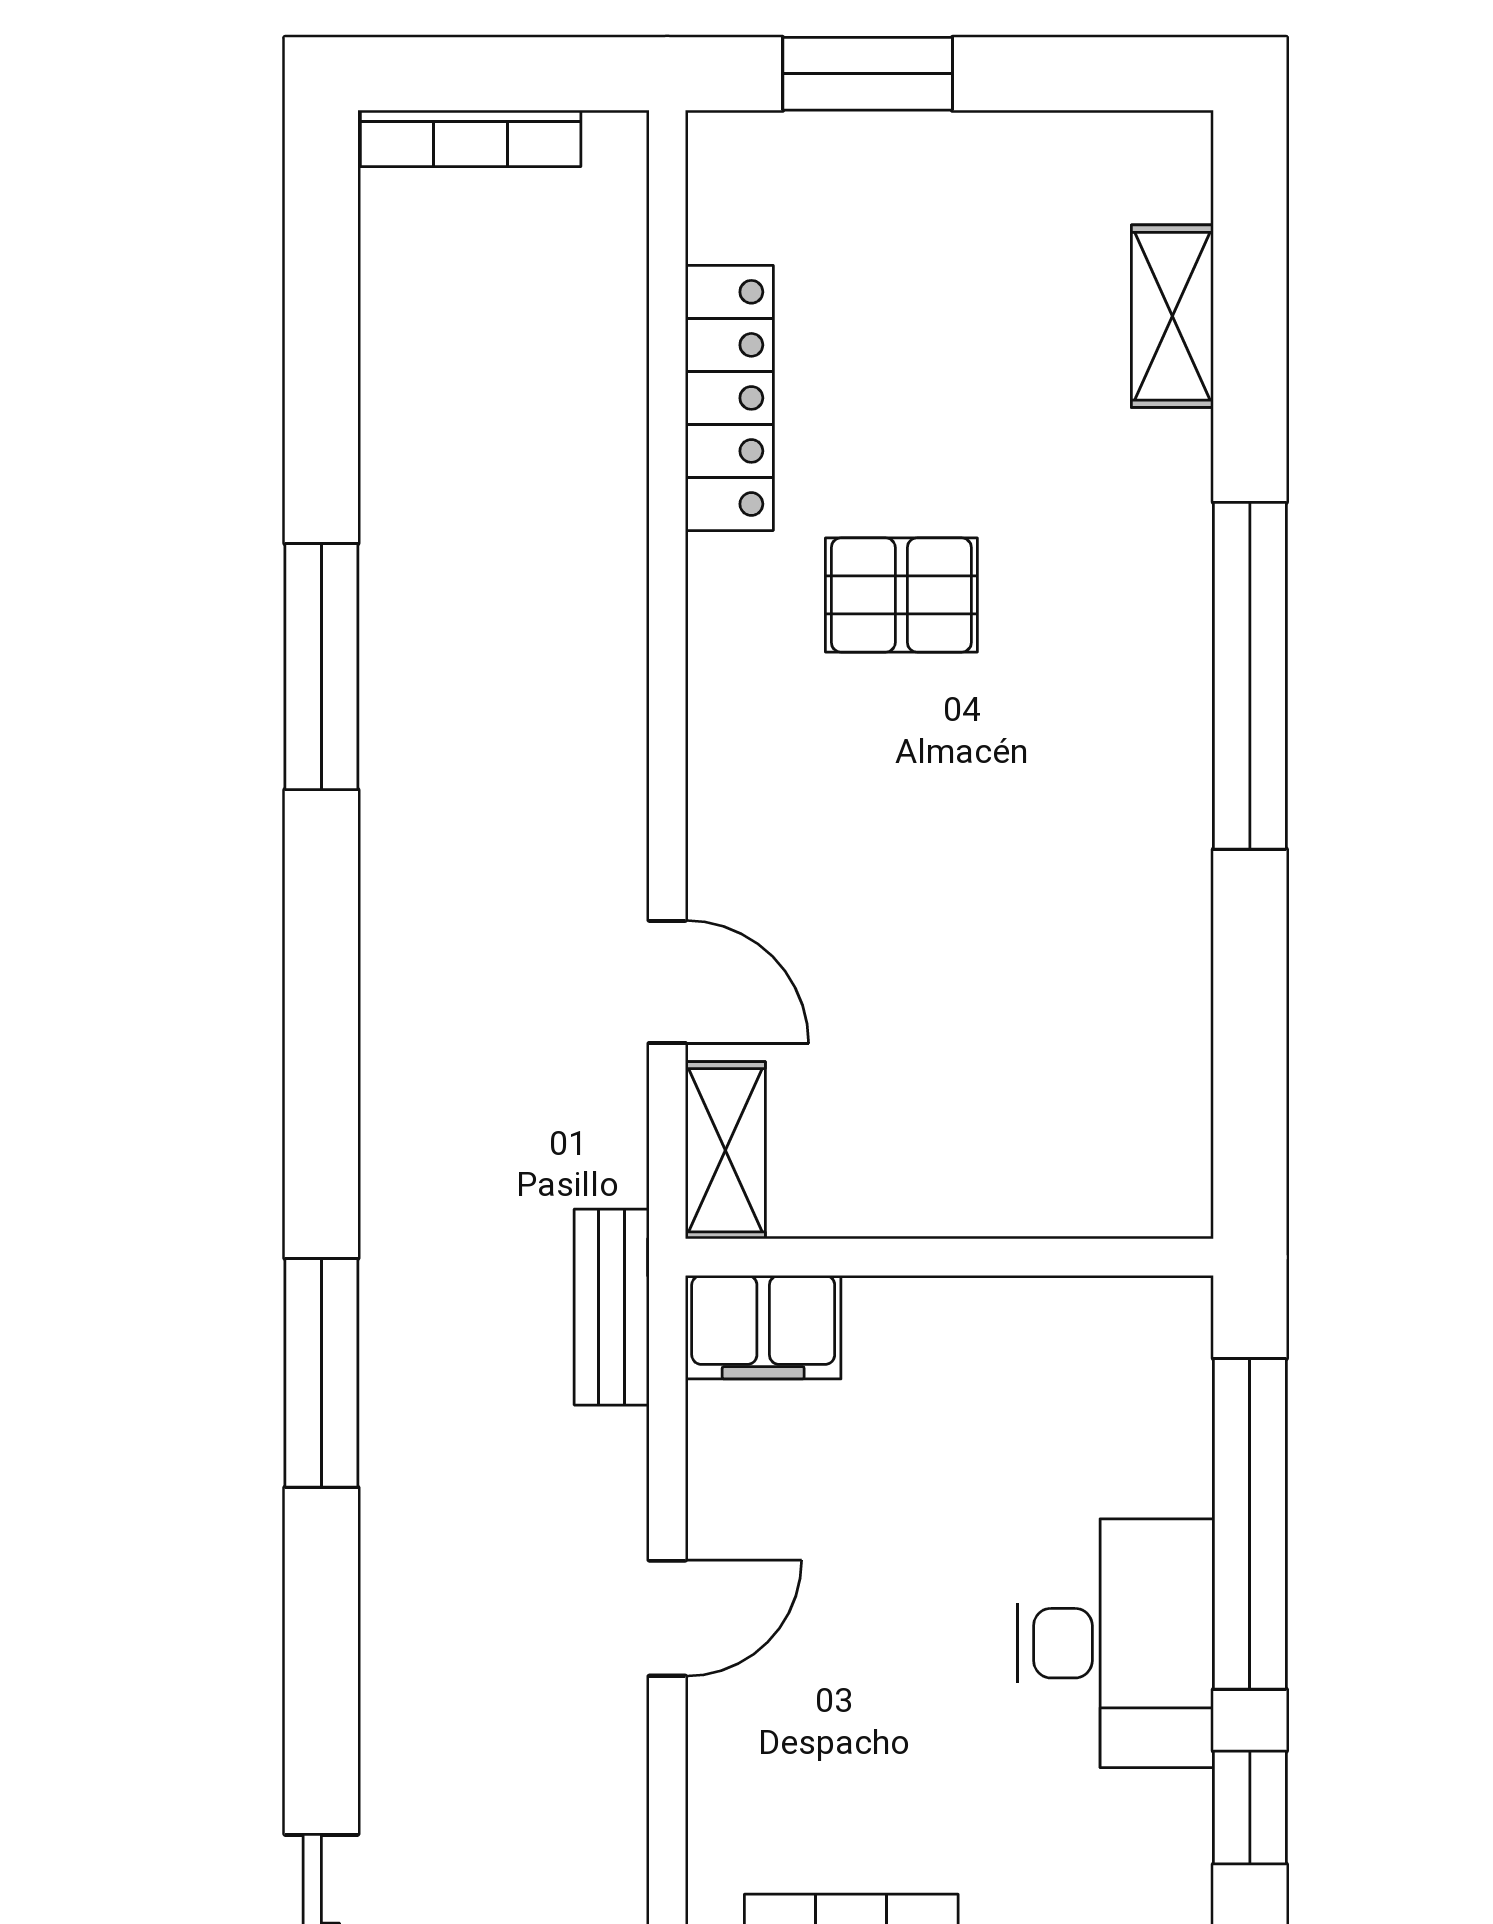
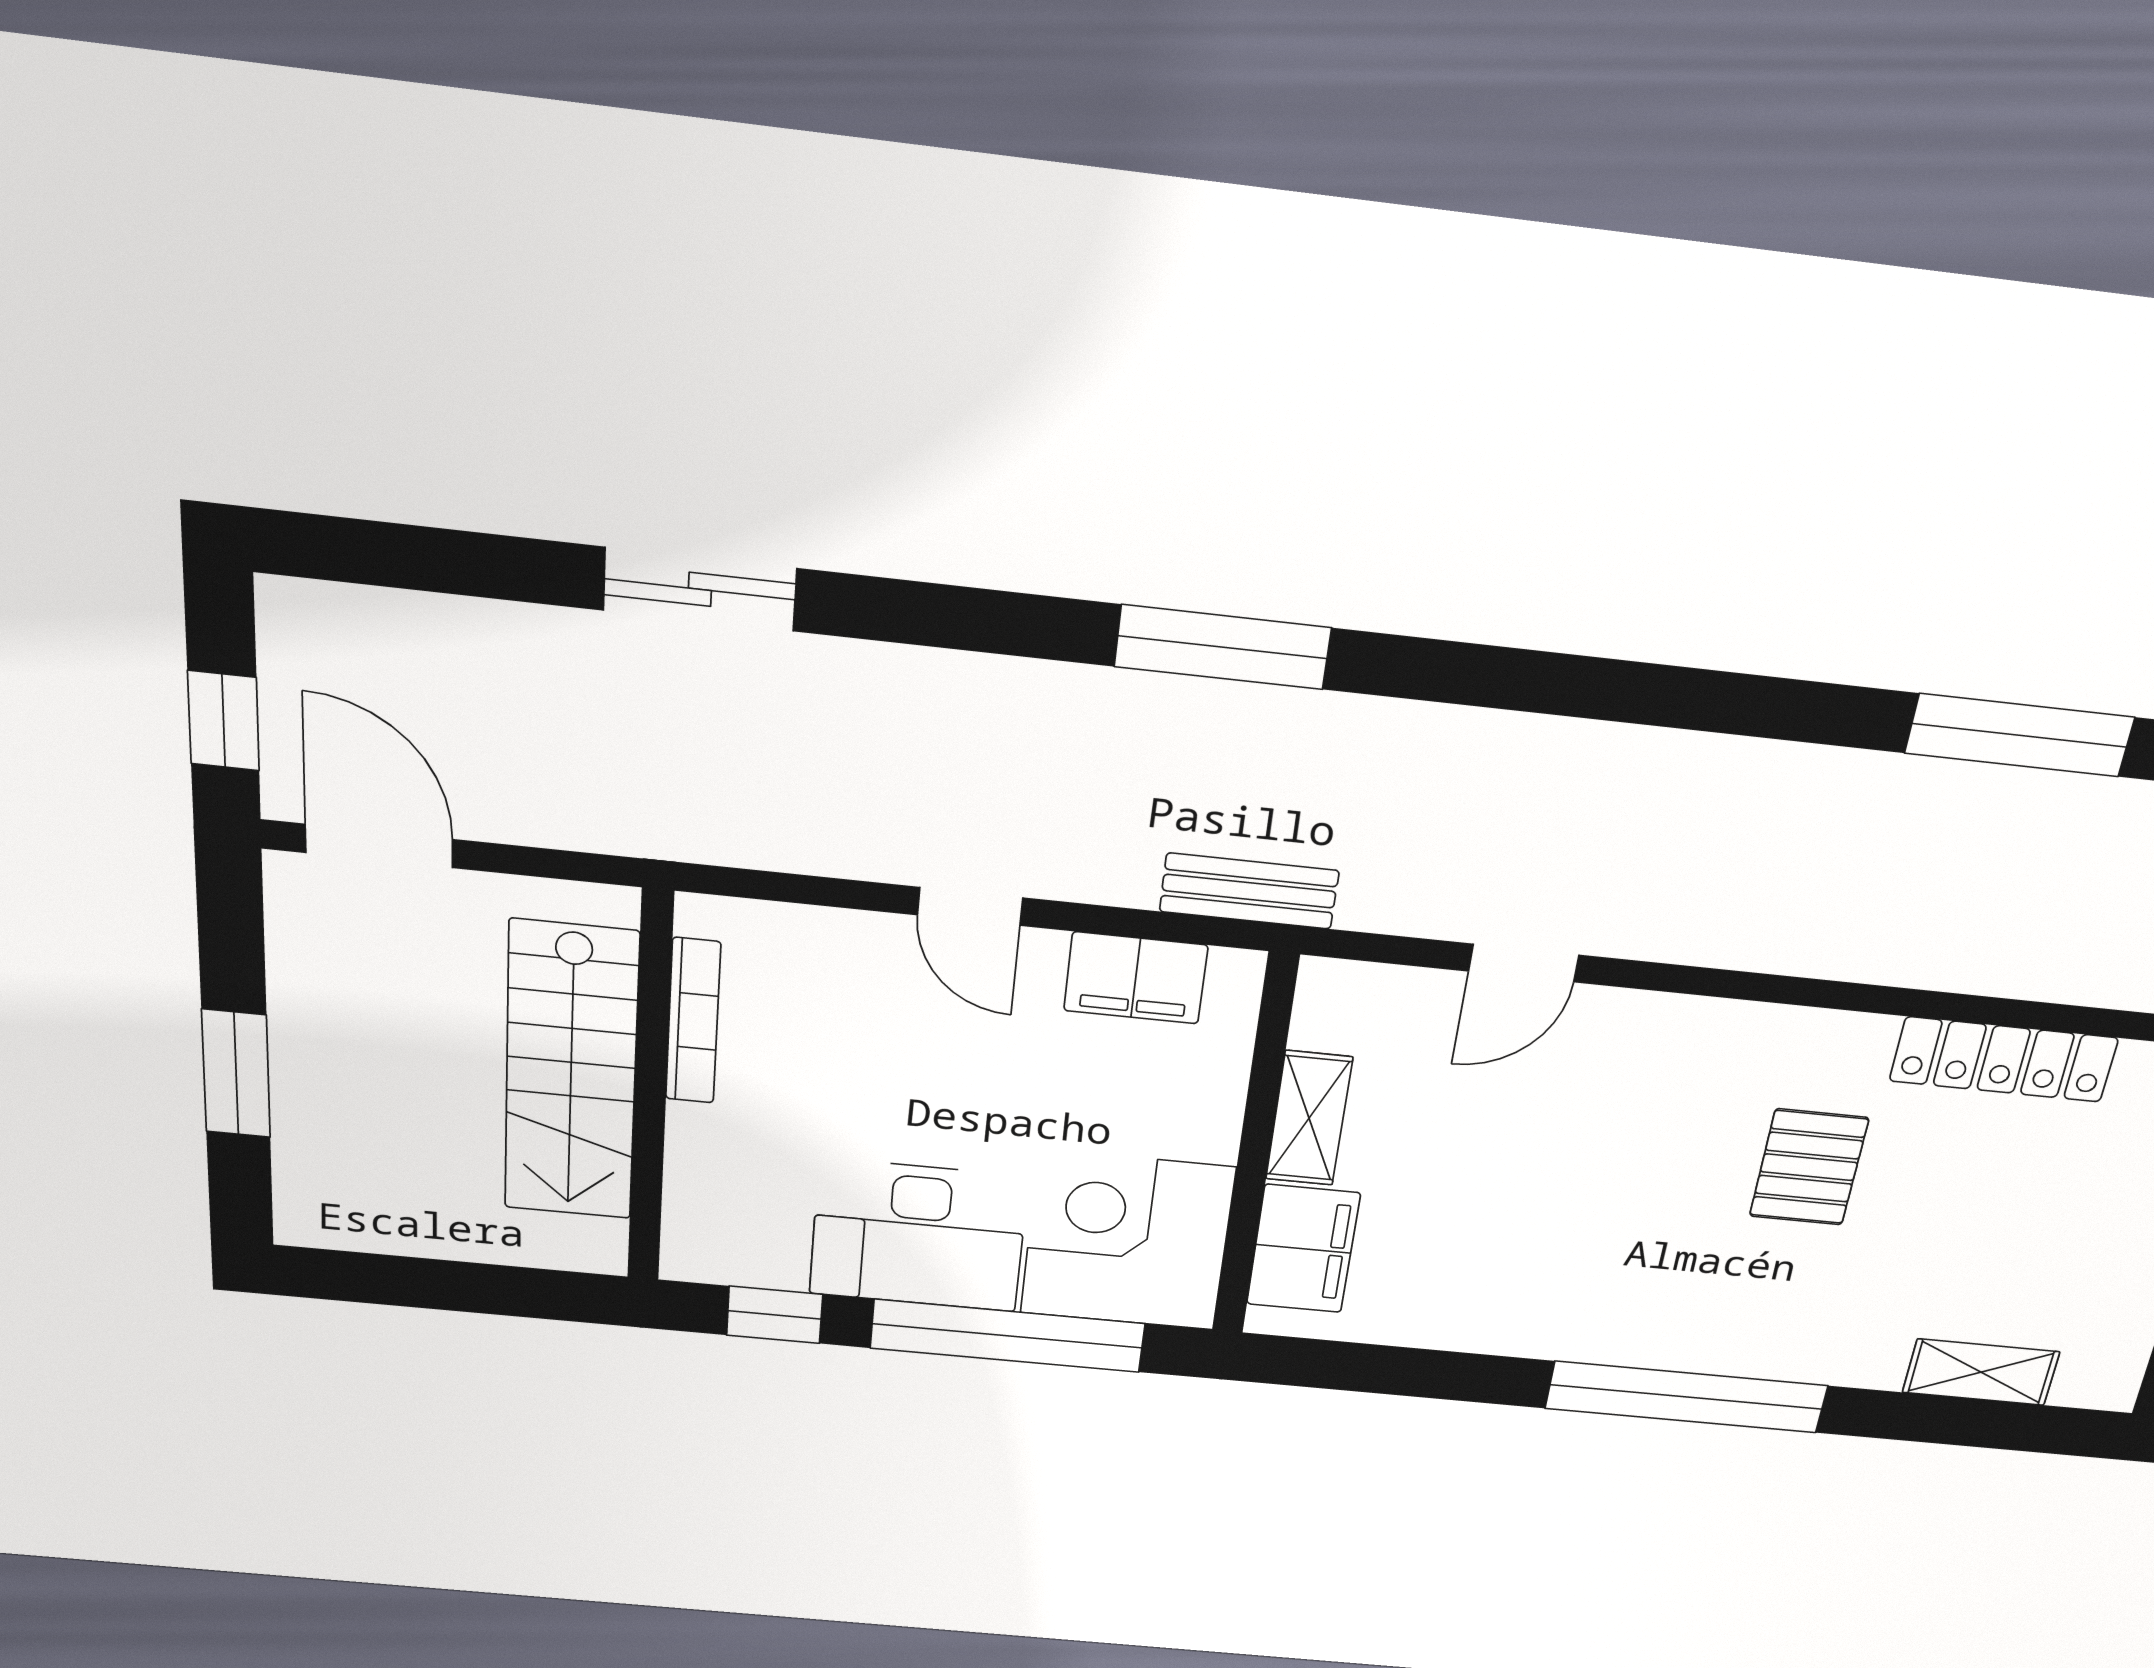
window: (321, 667) -> (2020, 735), moved
shelving: (725, 1150) -> (1309, 1118), moved, turned 90
filing cabinet: (1084, 1181) -> (1303, 1249), added
filing cabinet: (763, 1327) -> (1136, 978), moved, turned -90
corner desk: (1095, 1393) -> (1127, 1240), added

